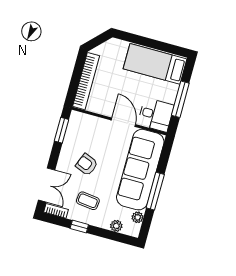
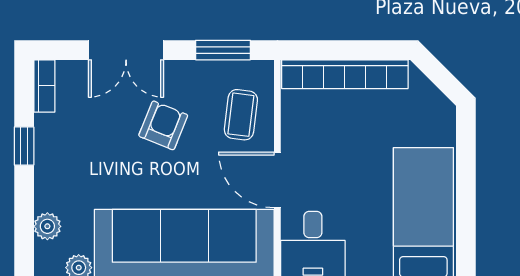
door: (123, 122) -> (277, 180), swing flipped
double door: (47, 185) -> (126, 50), moved
coffee table: (88, 201) -> (241, 115), moved

